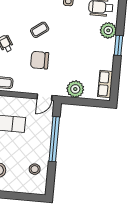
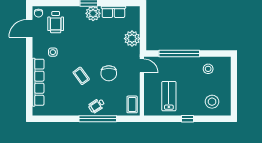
plant: (108, 30) -> (93, 13), moved
row of seats: (105, 84) -> (113, 12), moved

